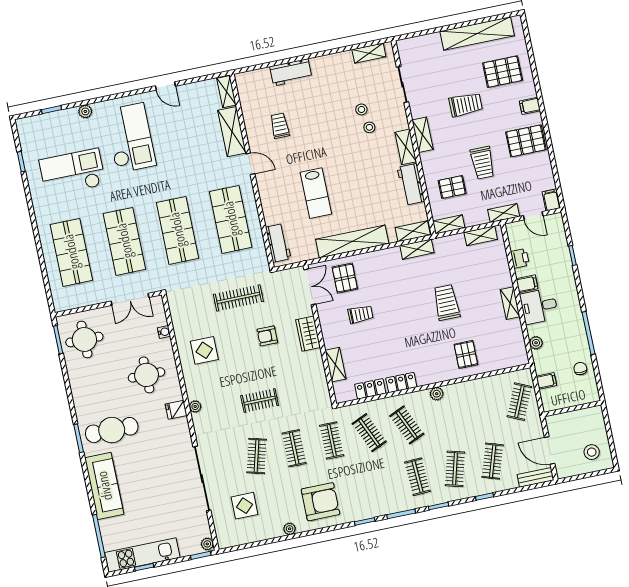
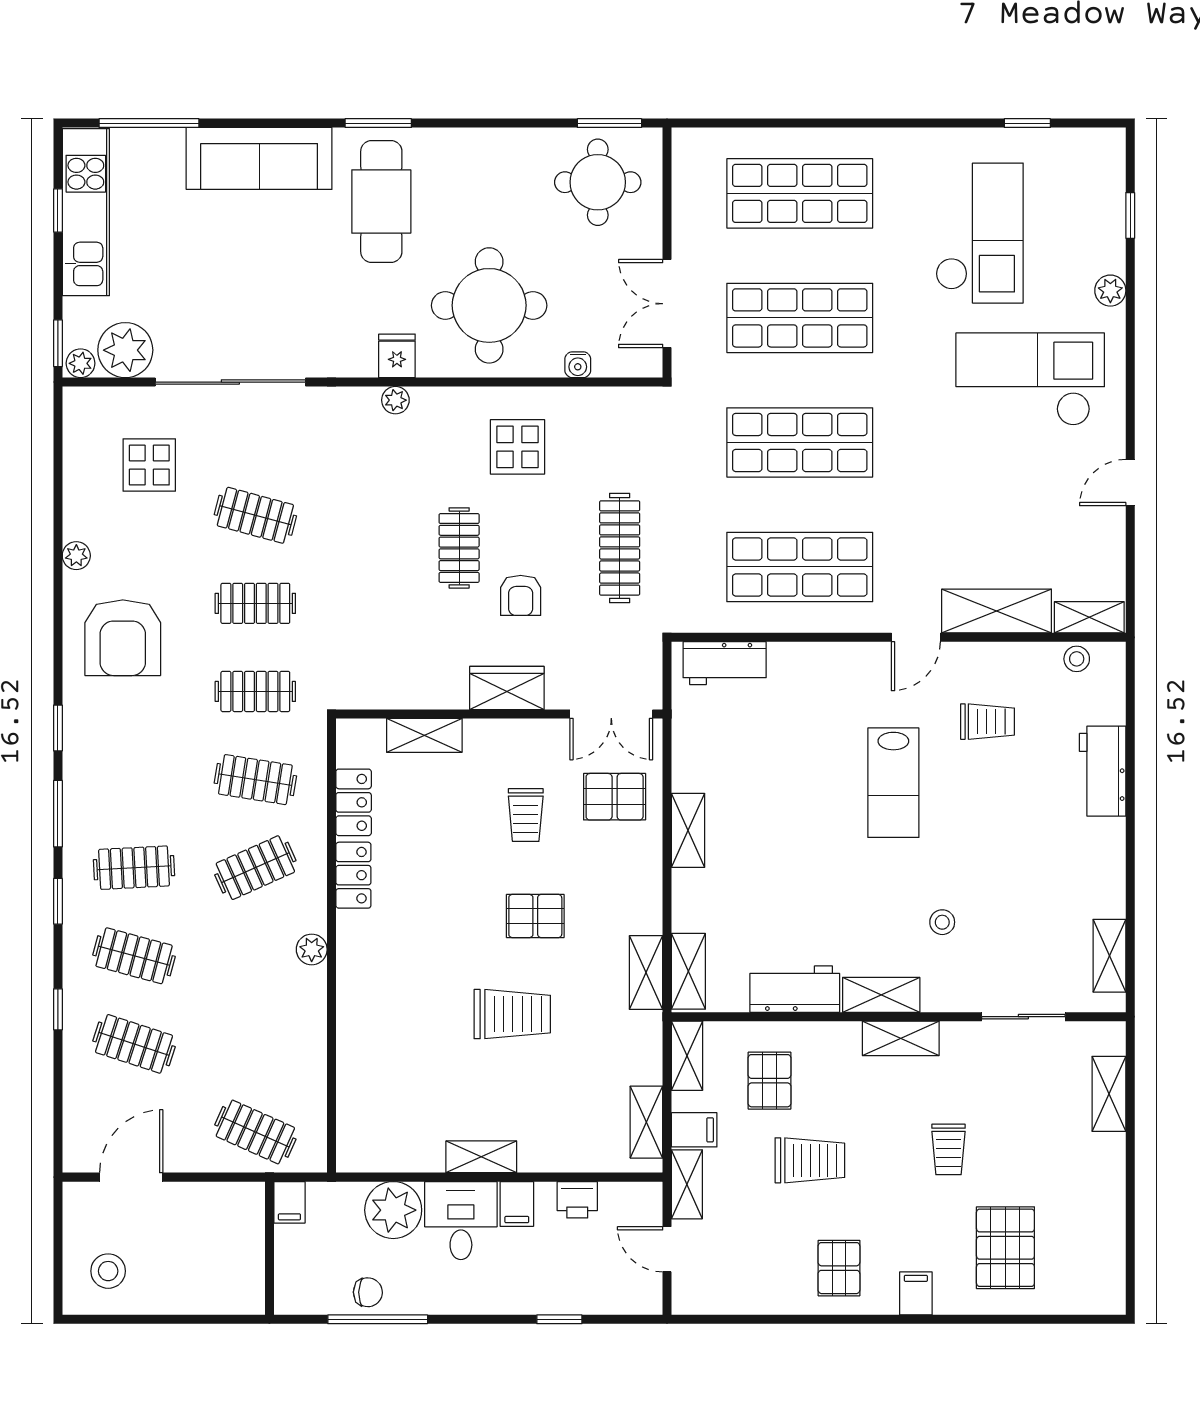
shelving: (477, 33) -> (1109, 1094), moved, width x0.45, depth x0.75
trolley: (466, 105) -> (948, 1149), width x0.73, depth x0.72
stool: (361, 109) -> (1077, 659), moved
checkout: (130, 138) -> (1030, 379), turned 180
pallet: (526, 141) -> (839, 1268), width x0.67, depth x0.71
trolley: (483, 163) -> (810, 1160), turned 180
lab bench: (316, 193) -> (893, 783), moved, turned -90
filing cabinet: (551, 200) -> (694, 1130), moved
door: (533, 216) -> (667, 1249), hinge flipped
shelving: (352, 241) -> (688, 830), width x0.45, depth x0.75
armchair: (267, 336) -> (521, 595), turned 180
plant: (536, 343) -> (393, 1210), width x1.88, depth x1.88
pallet: (466, 354) -> (535, 916), moved
chair: (580, 369) -> (368, 1292), moved
round table: (146, 375) -> (489, 305), width x1.36, depth x1.36
clothes rail: (260, 401) -> (459, 548), moved
wall: (573, 409) -> (269, 1248), moved
clothes rail: (369, 433) -> (255, 780), turned 33
bench: (535, 477) -> (78, 1133), removed
plant: (198, 526) -> (125, 350), added

